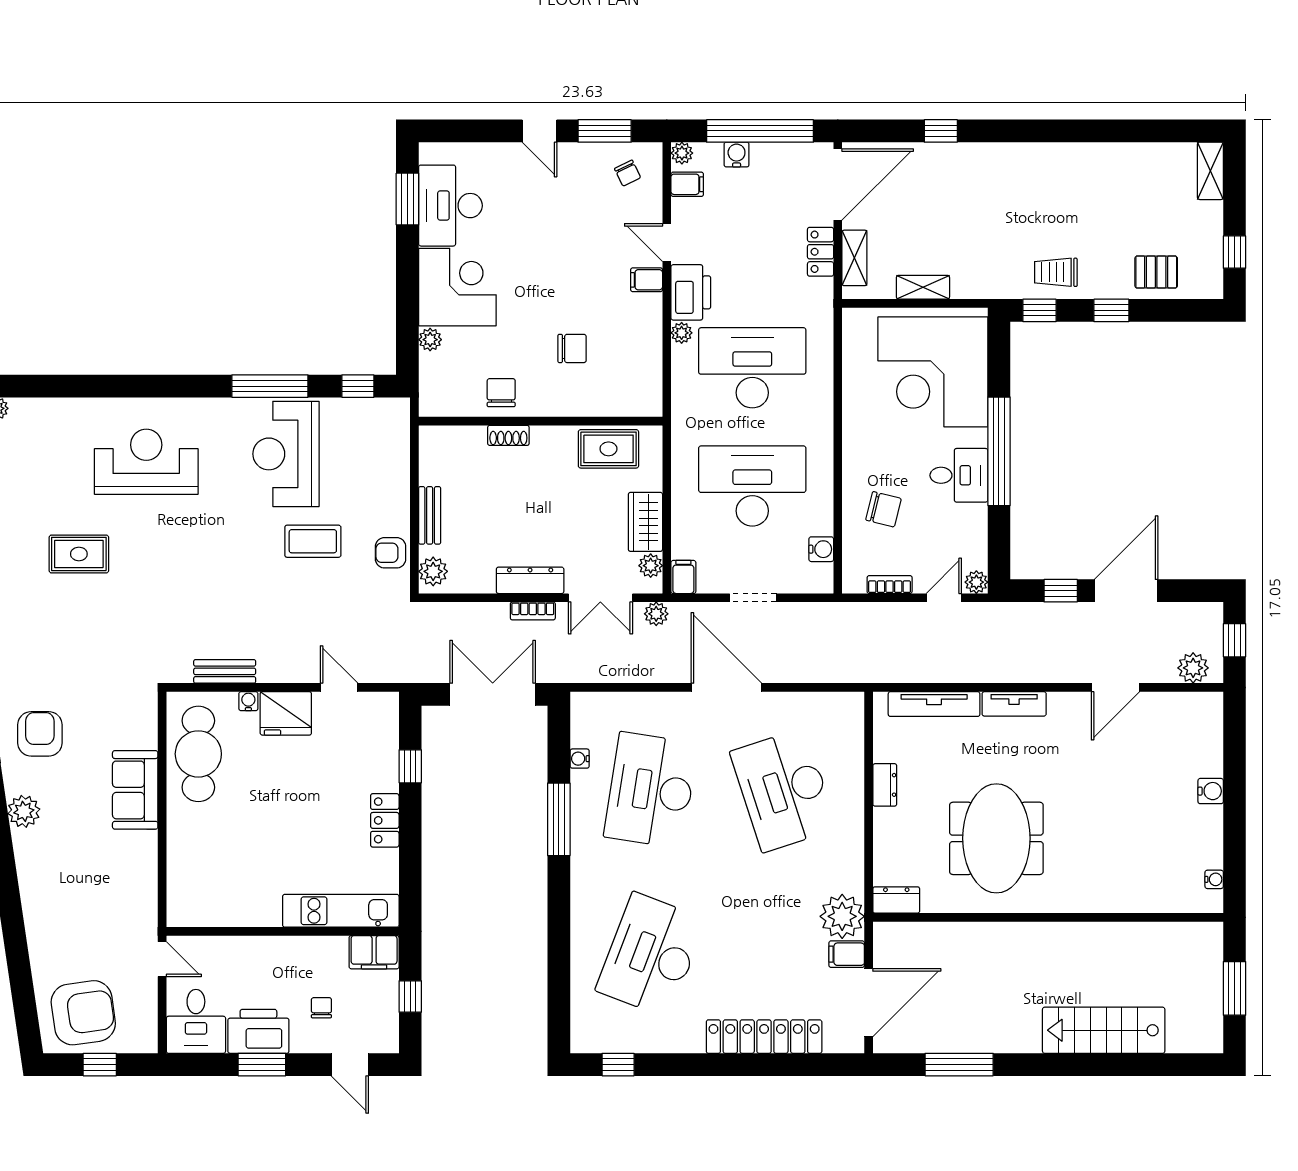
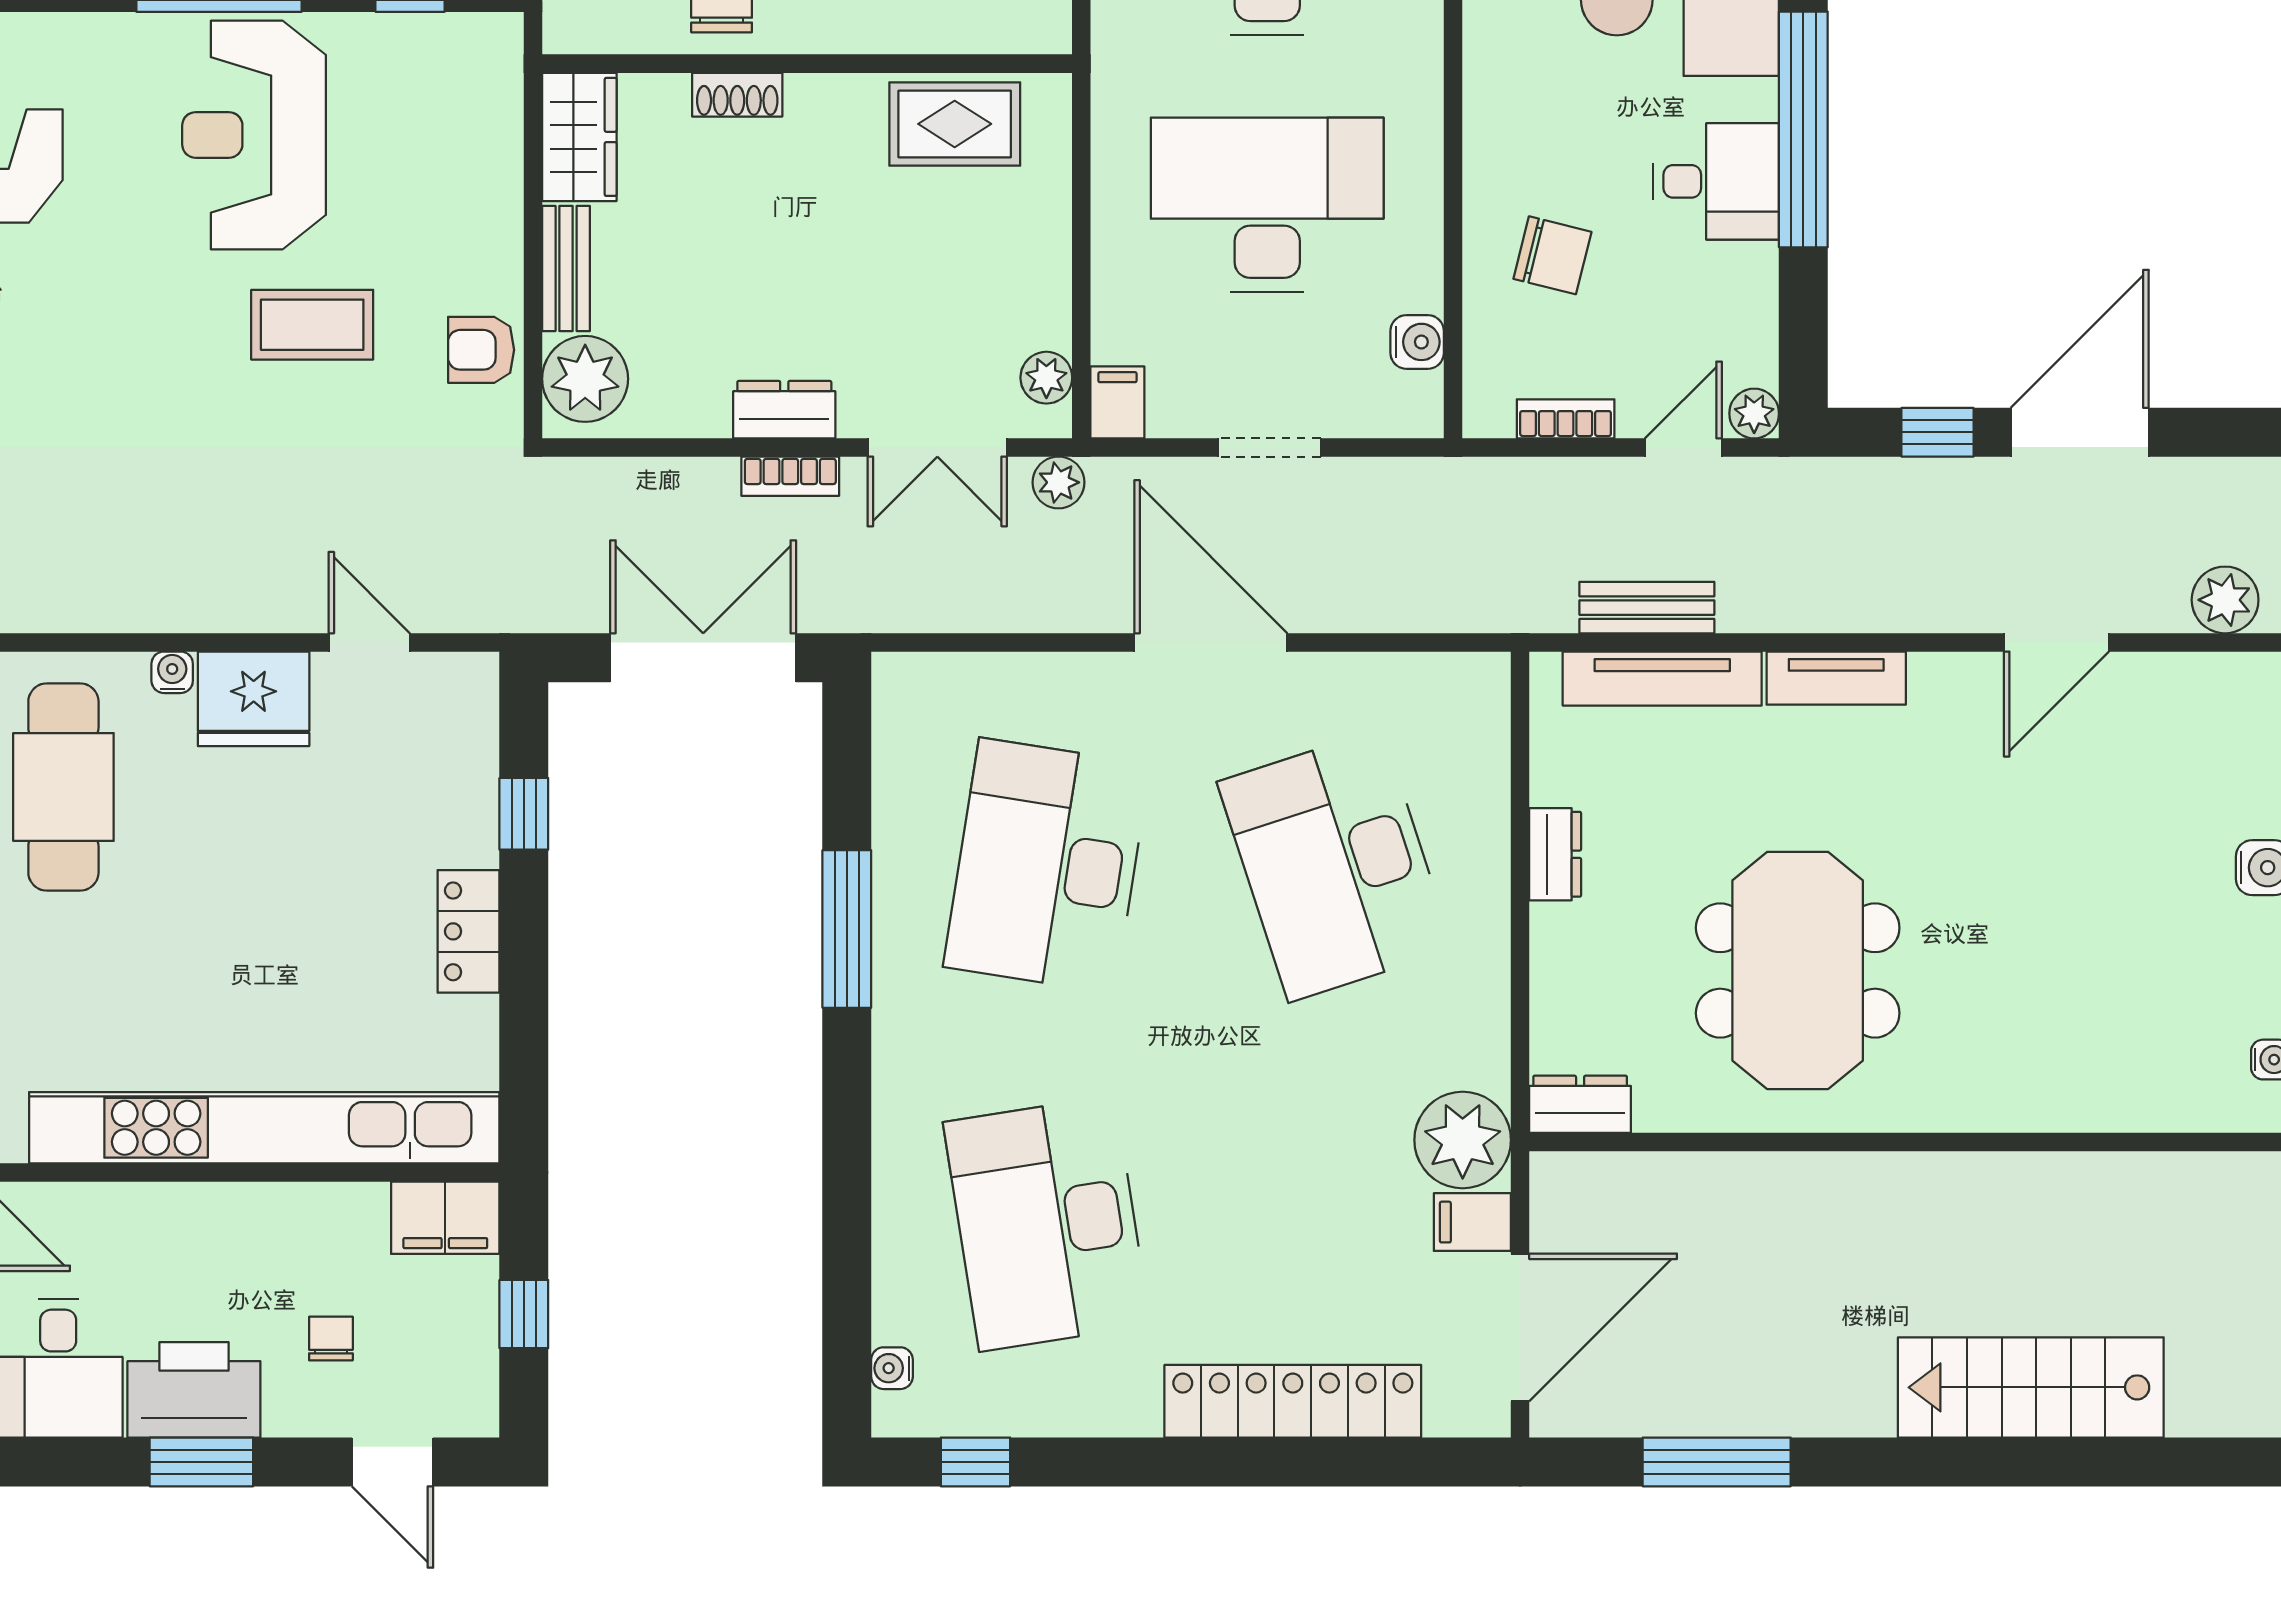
wardrobe: (645, 522) -> (579, 137), moved, turned 180
plant: (433, 571) -> (585, 379), width x1.36, depth x1.36
dresser: (530, 580) -> (784, 410), width x0.70
bench: (225, 671) -> (1647, 608), moved
water cooler: (580, 759) -> (892, 1368), moved
kitchen unit: (341, 911) -> (264, 1128), width x1.86
desk: (651, 955) -> (1047, 1224), turned -30

